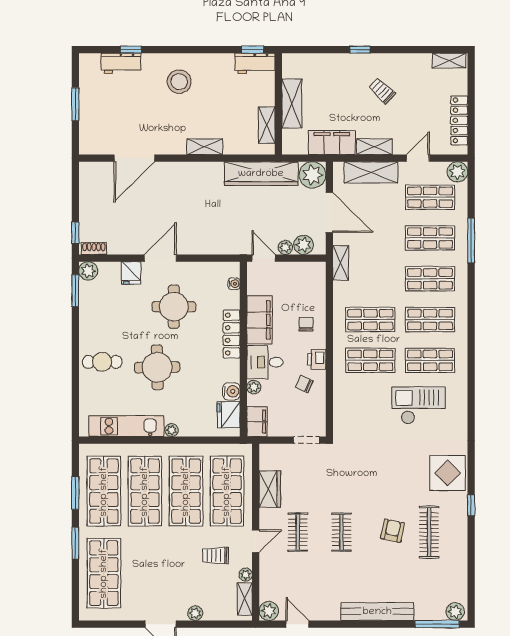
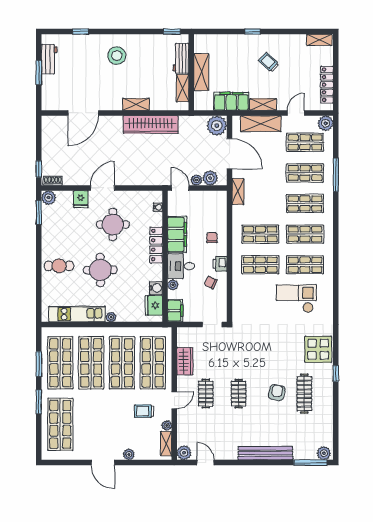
workbench: (121, 63) -> (49, 59), moved, turned -90
workbench: (255, 63) -> (181, 58), moved, turned 90
wardrobe: (261, 174) -> (151, 125), moved

